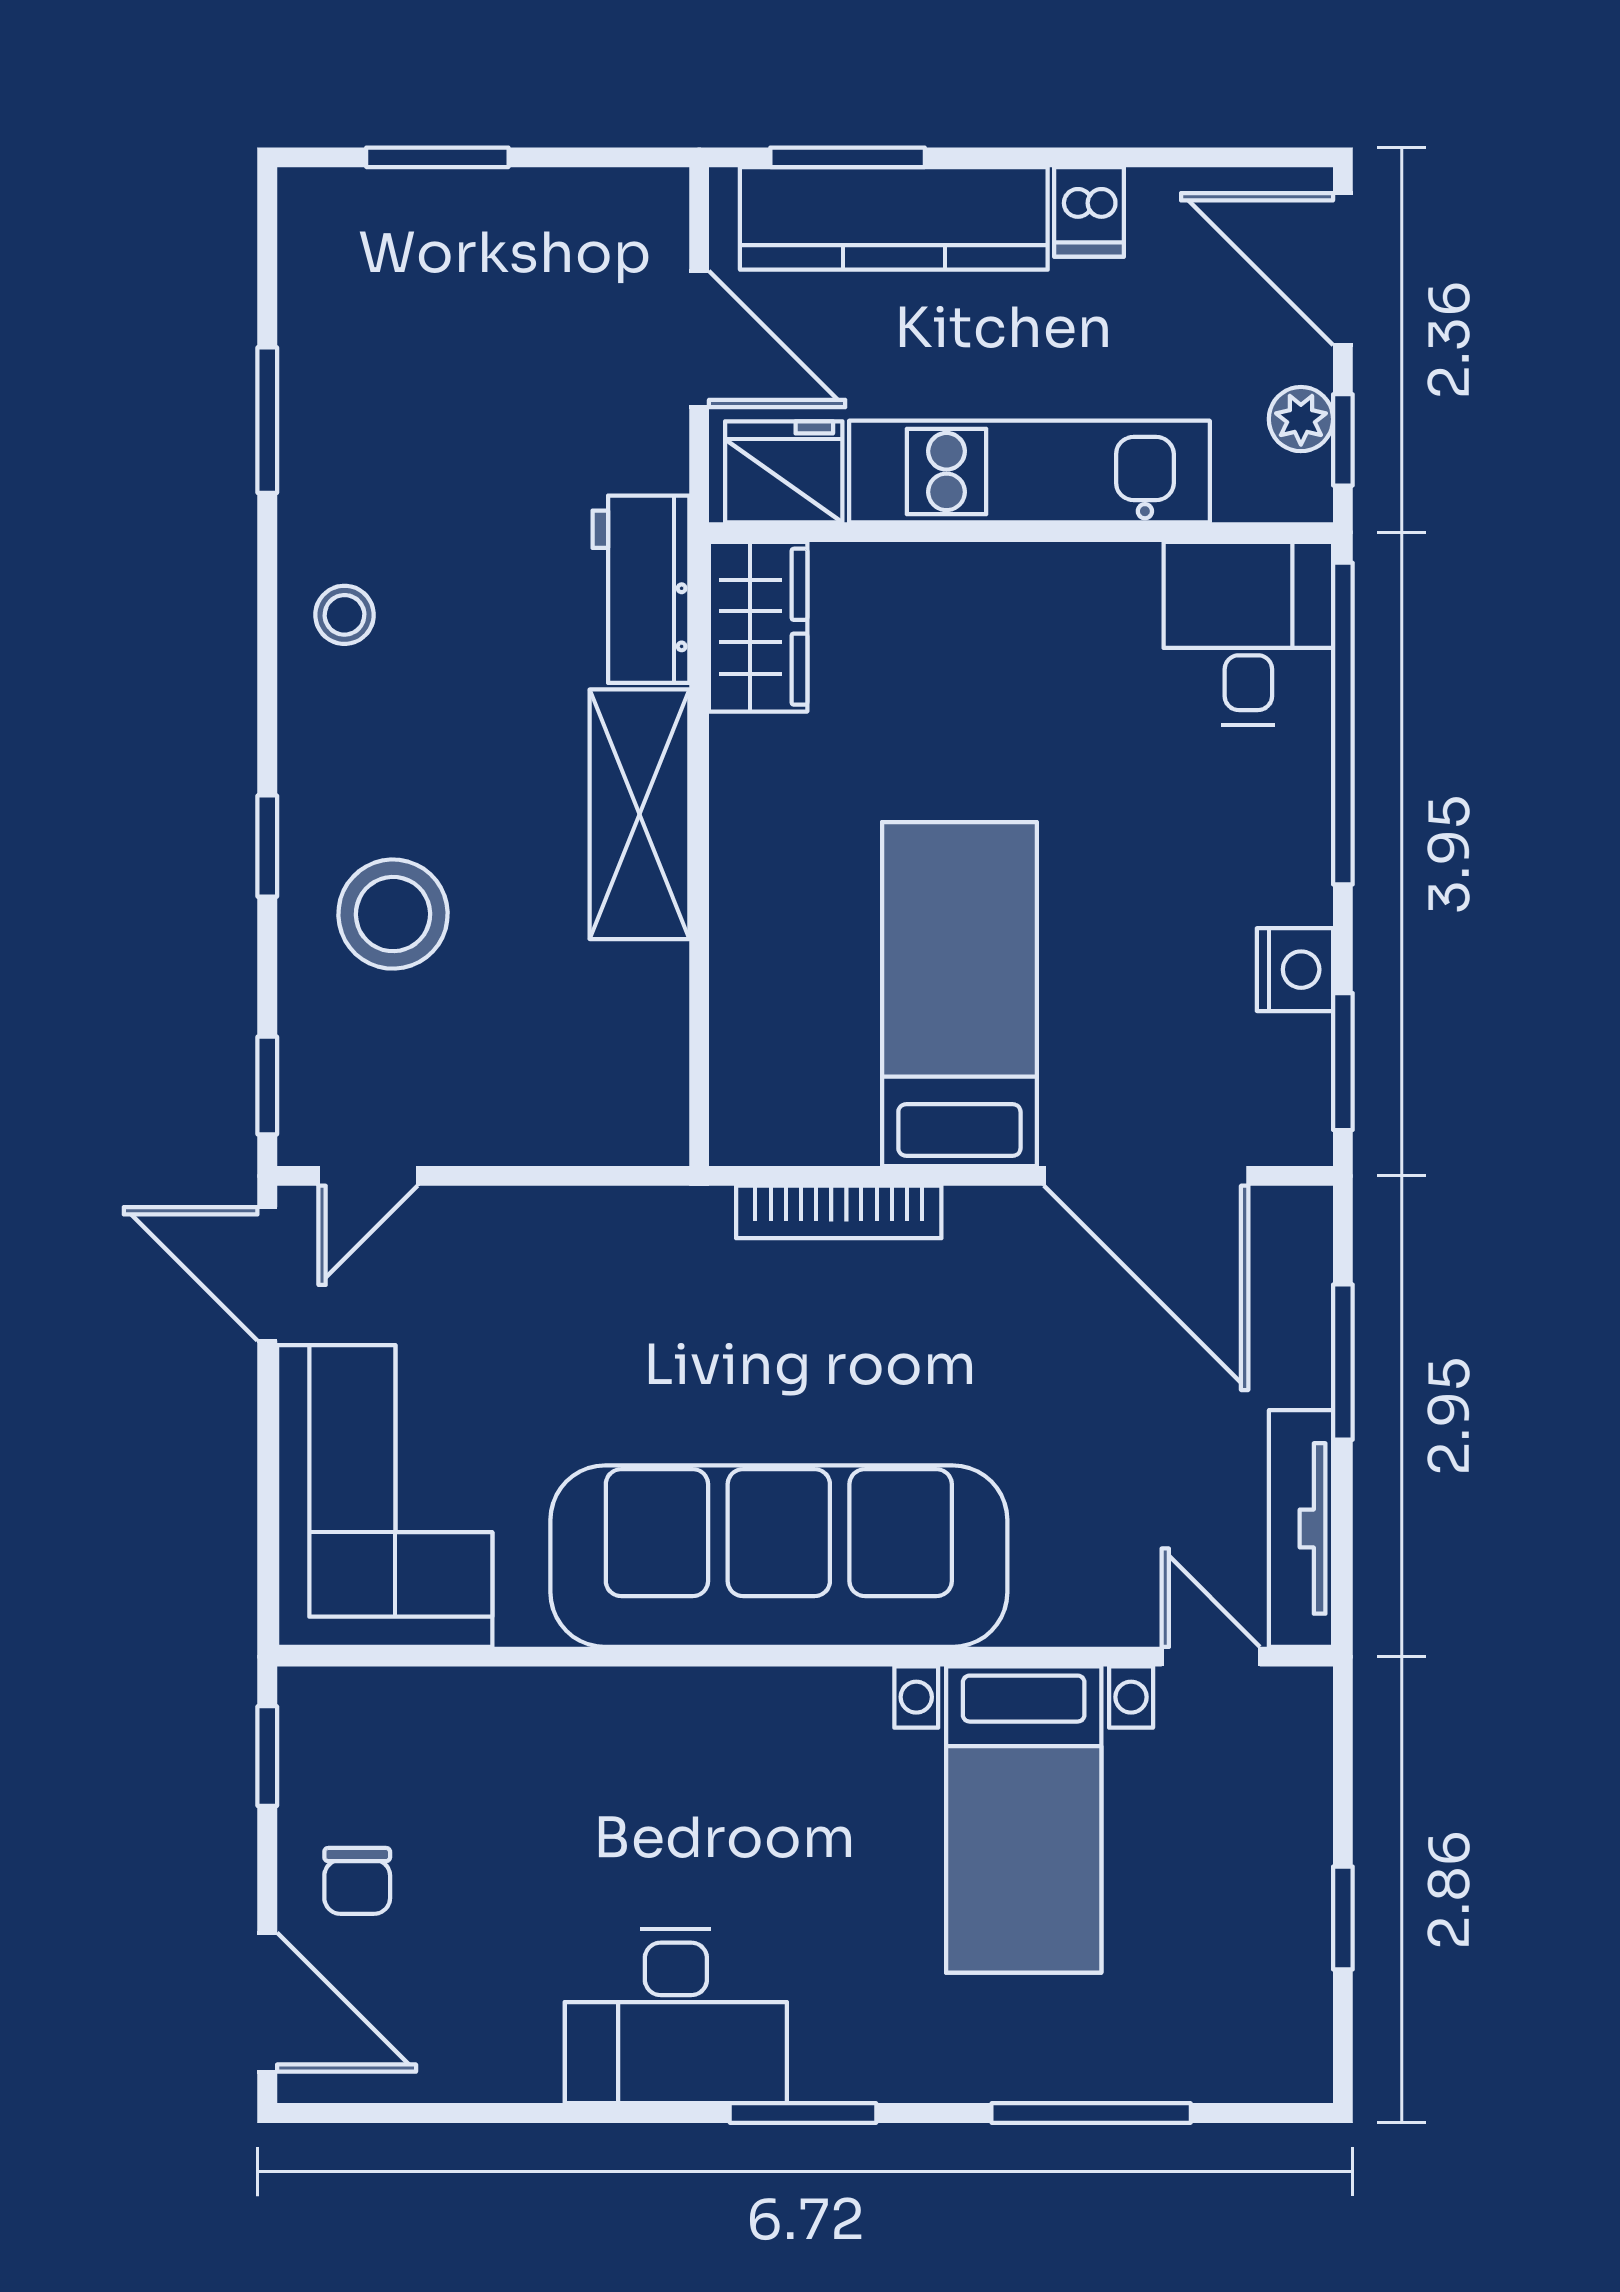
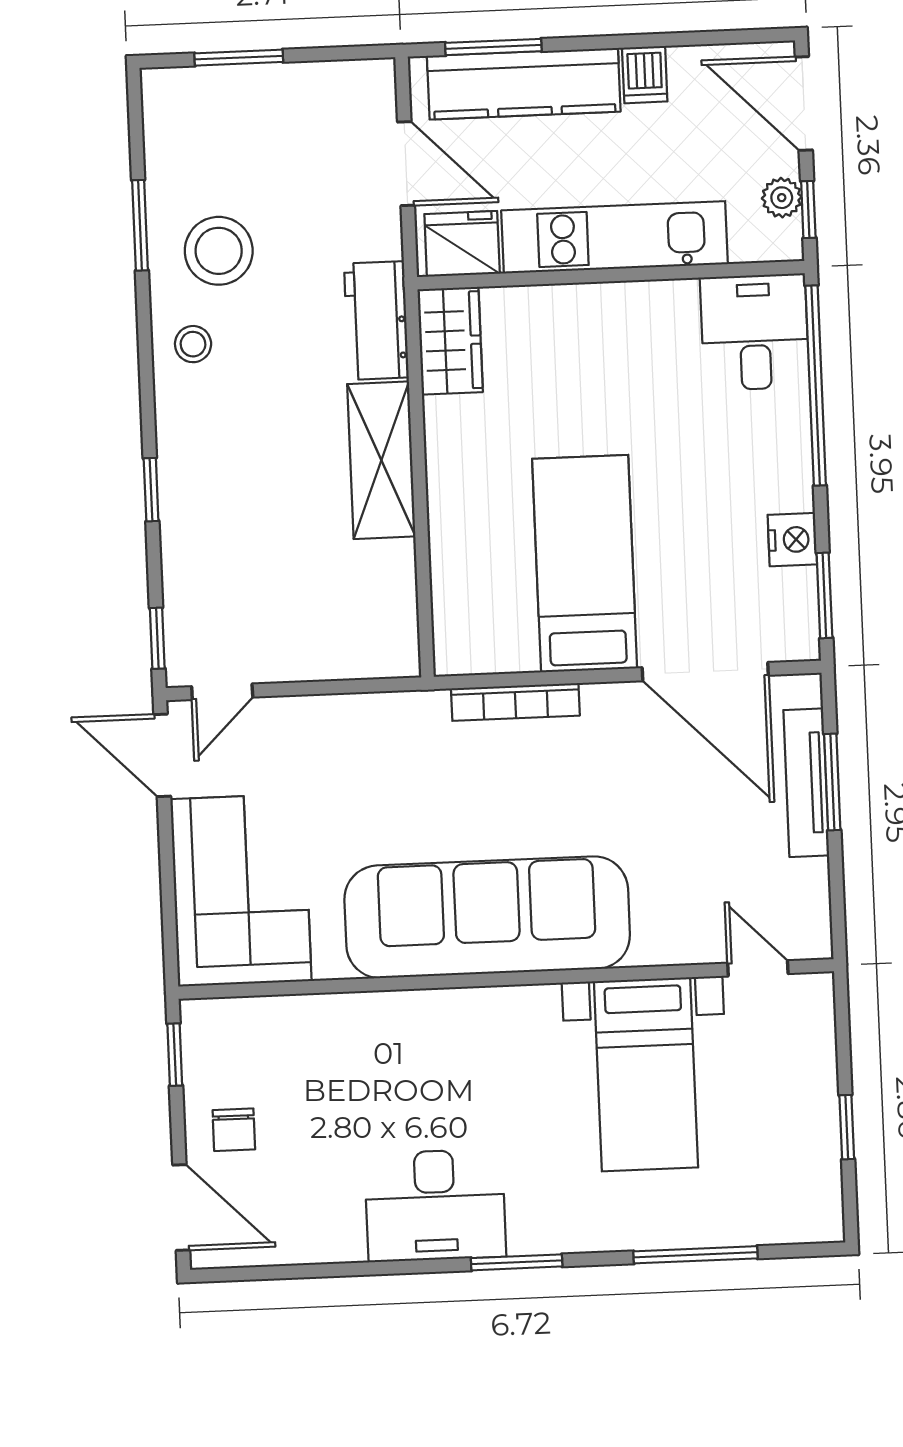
stool: (393, 914) -> (219, 251), moved
tv unit: (1301, 1528) -> (806, 783), moved

